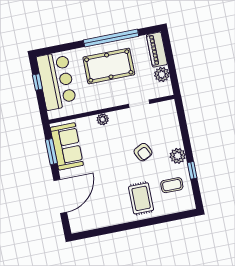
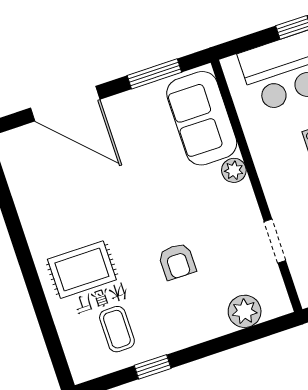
sofa: (67, 146) -> (202, 118), moved, turned 90
armchair: (143, 152) -> (177, 261), turned -63
plant: (178, 156) -> (245, 311), moved

